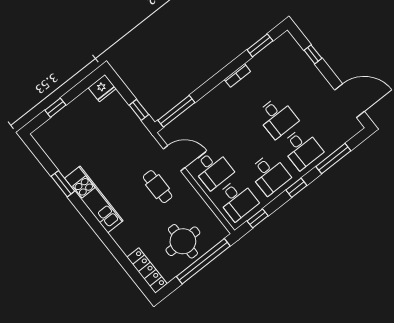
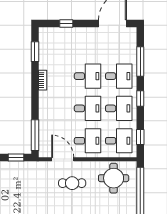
desk: (245, 143) -> (88, 108), added
door: (174, 158) -> (63, 159), hinge flipped
round table: (183, 241) -> (114, 178), moved

